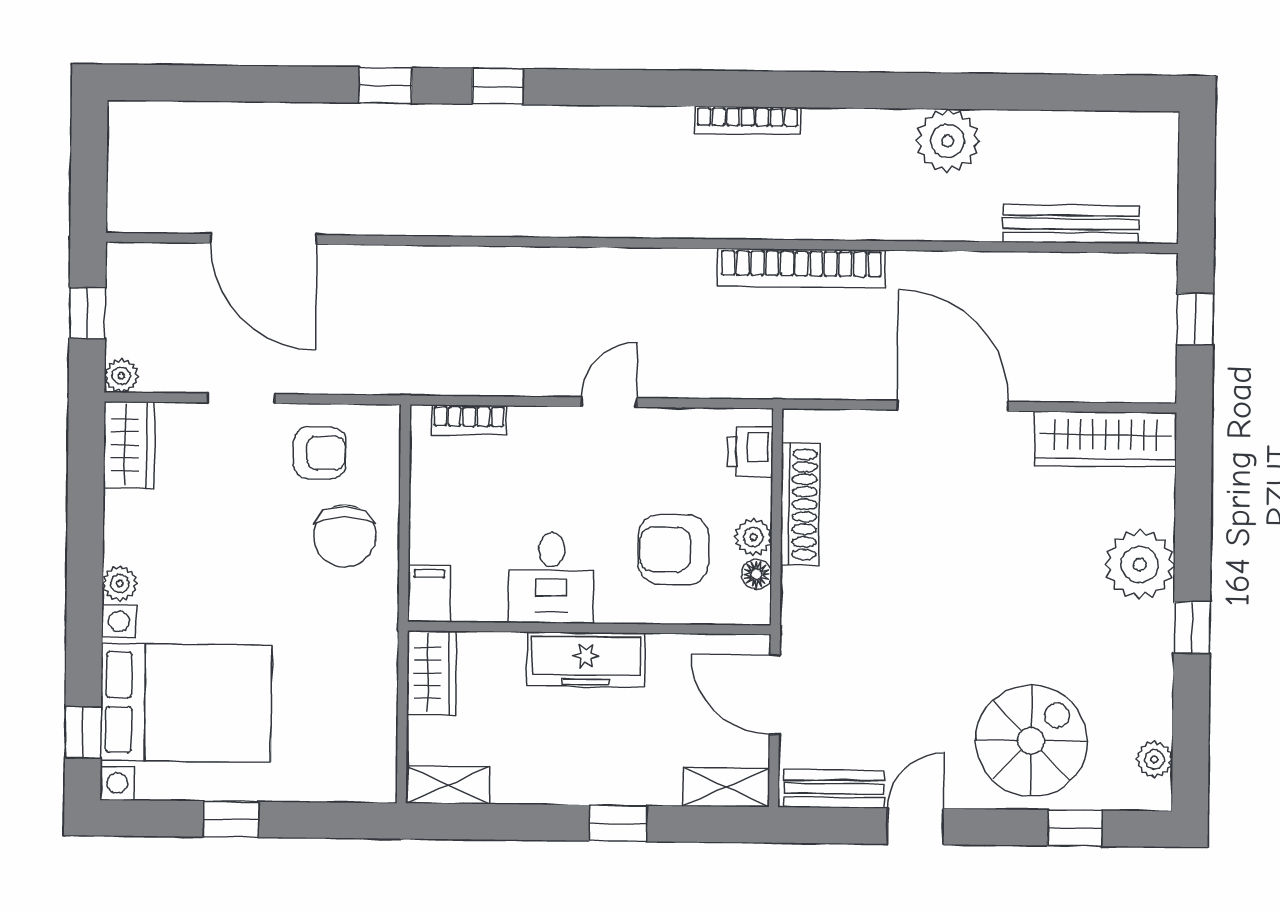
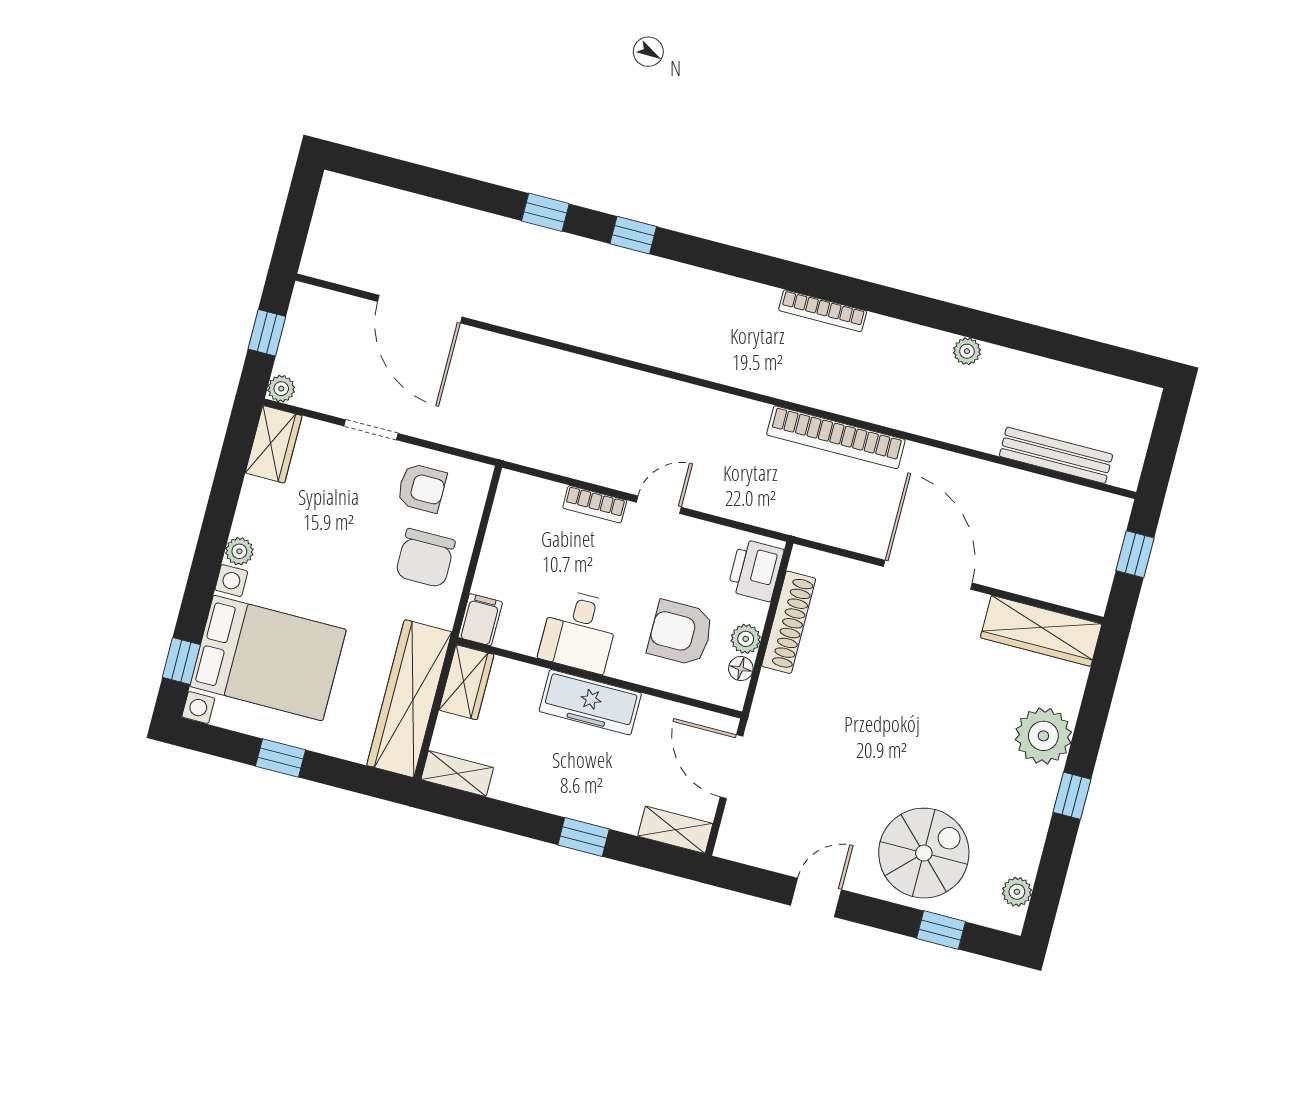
plant: (948, 141) -> (967, 351), width x0.53, depth x0.53
bookcase: (469, 420) -> (595, 504), moved
printer: (750, 452) -> (756, 570), width x1.36, depth x1.24
wardrobe: (368, 709) -> (409, 699), added
bench: (834, 789) -> (760, 852), removed

